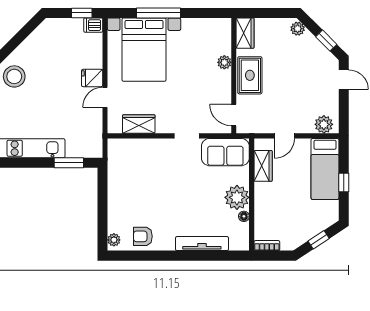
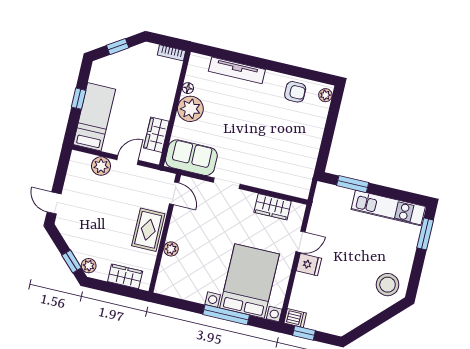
wardrobe: (245, 33) -> (125, 276), moved, turned 90
window: (326, 41) -> (72, 261), moved
plant: (324, 124) -> (101, 166), moved

